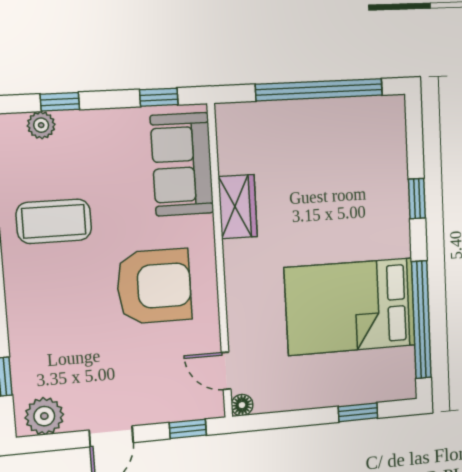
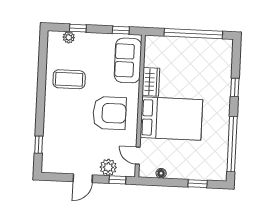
bed: (350, 307) -> (171, 119), moved, turned 180
floor lamp: (242, 405) -> (161, 173), moved
plant: (44, 416) -> (108, 167), moved

